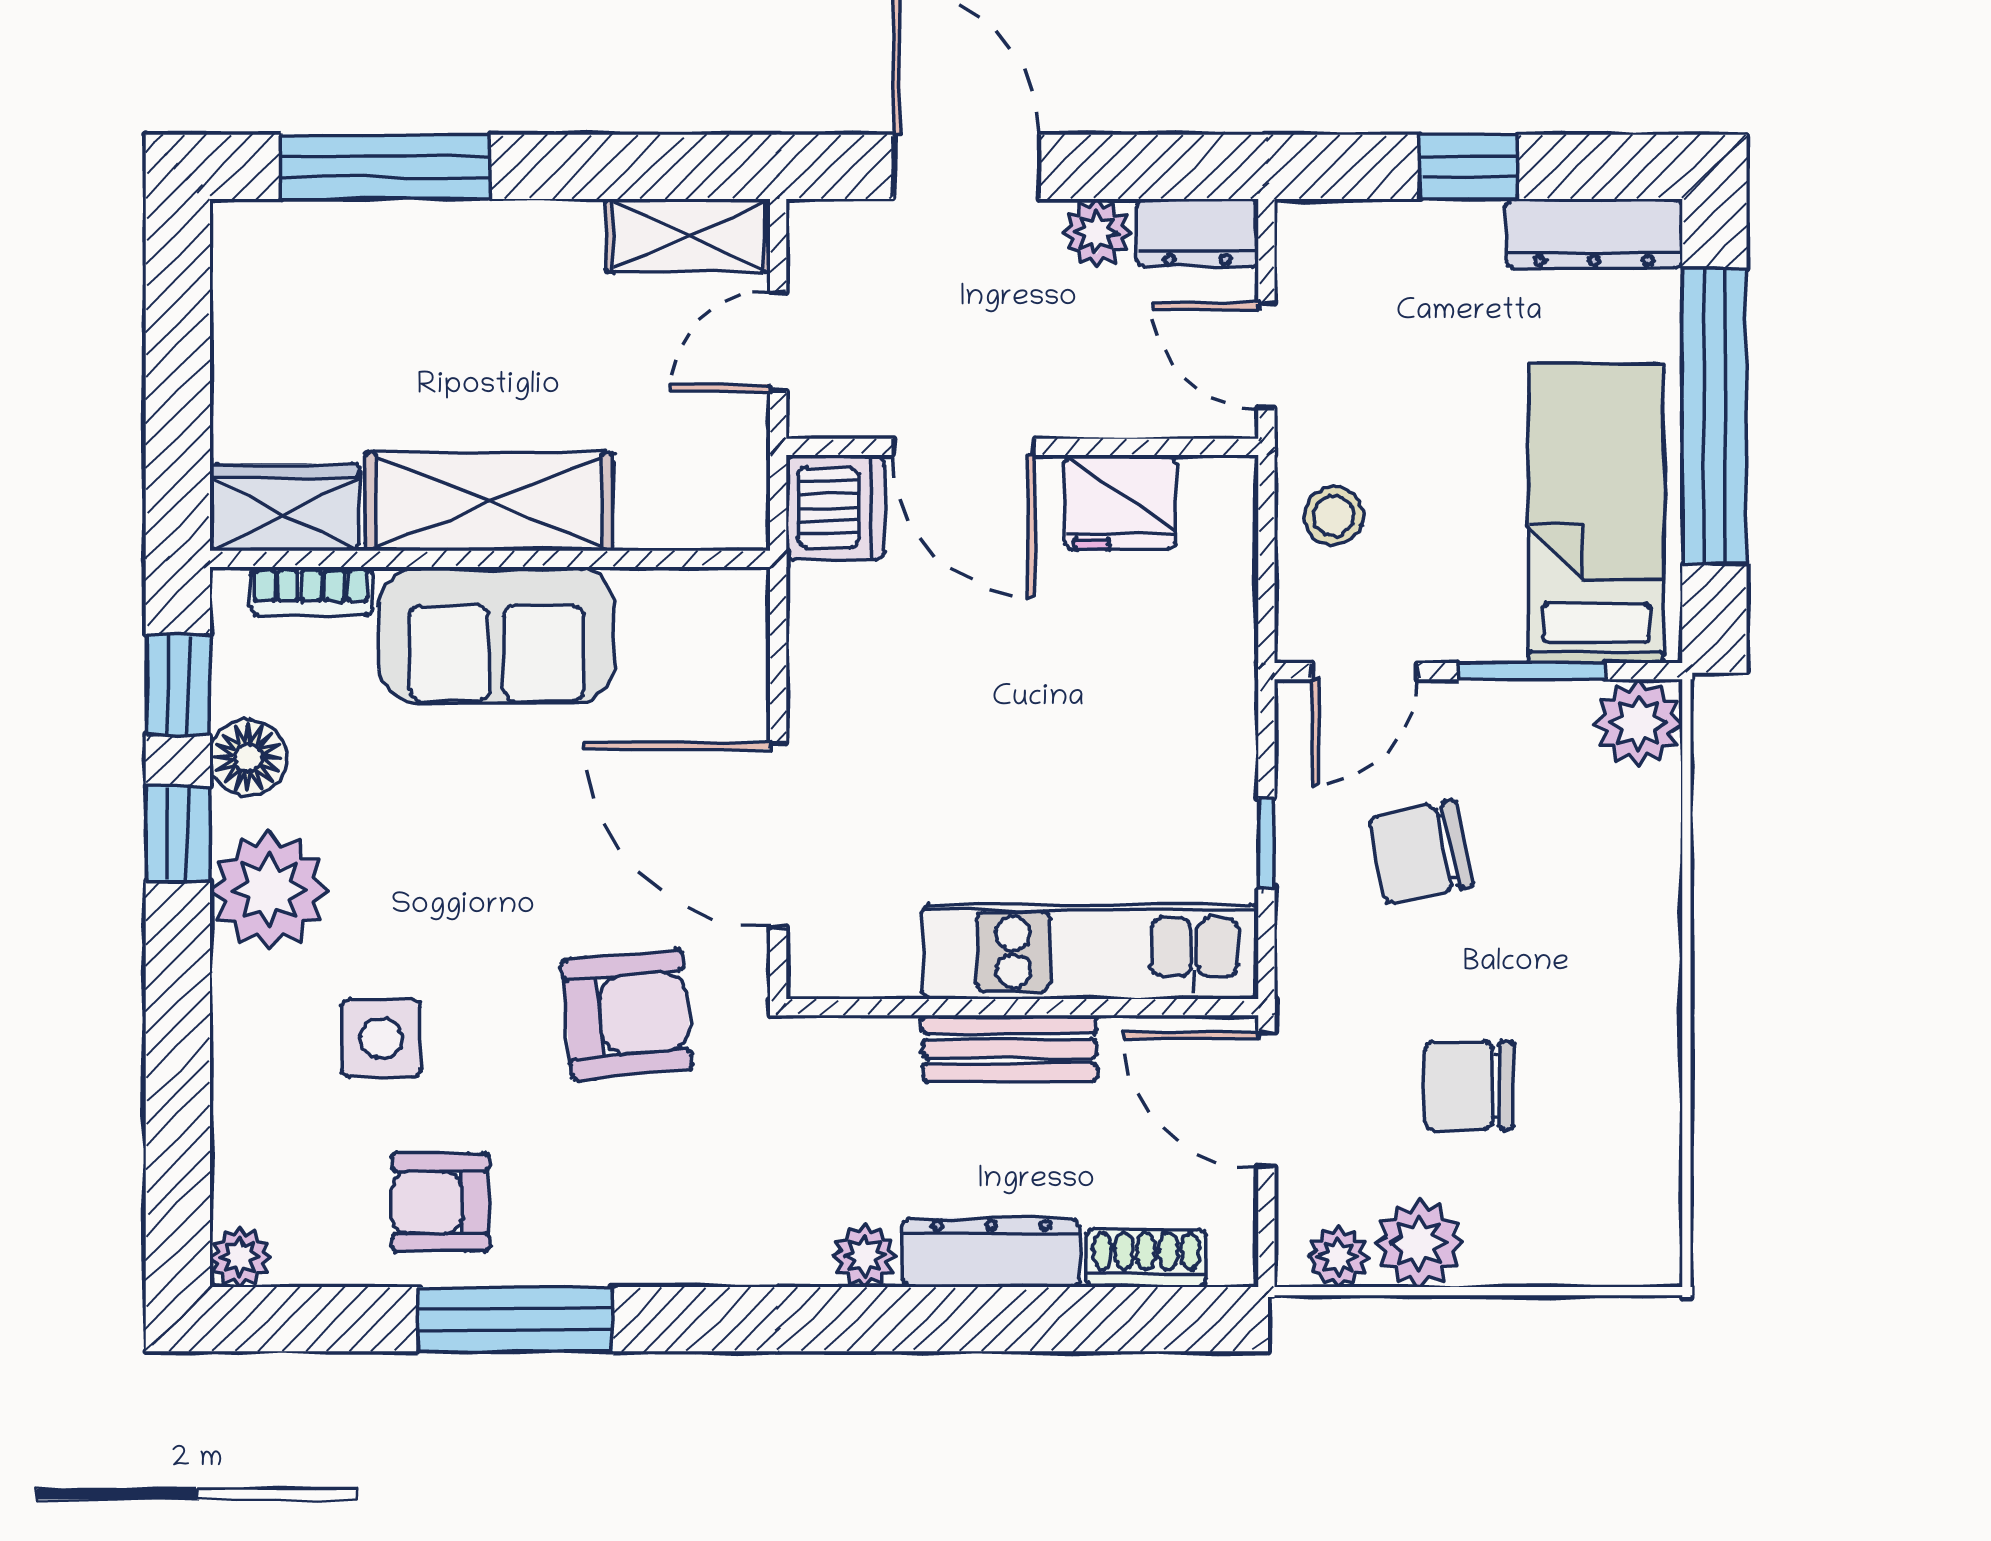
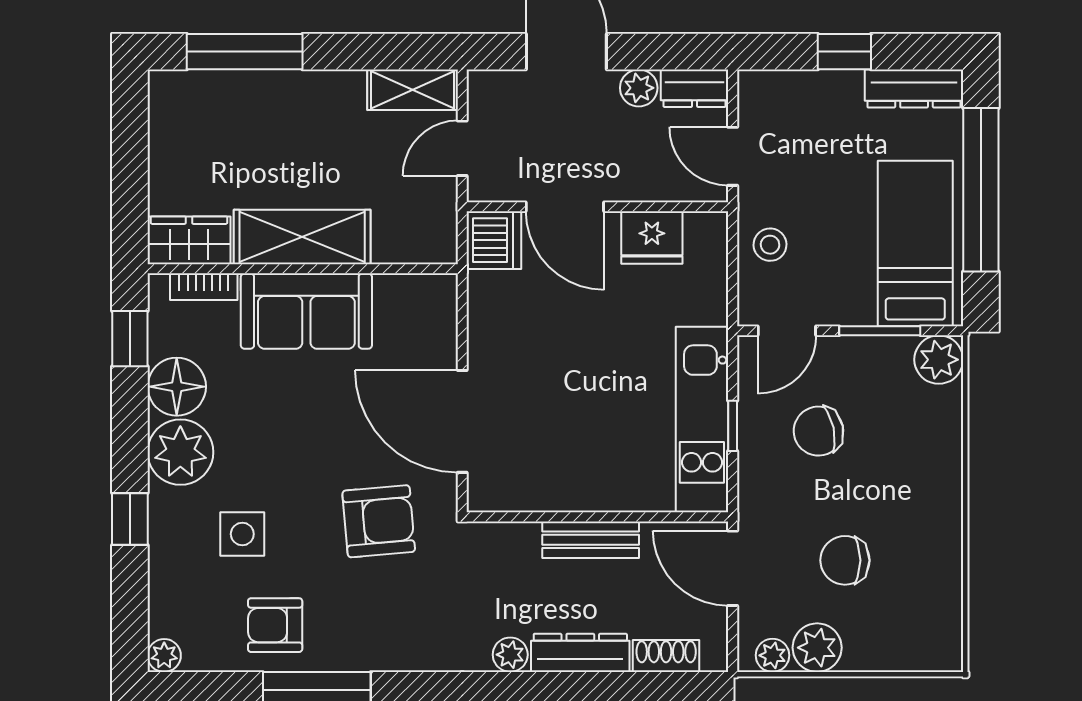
floor lamp: (248, 758) -> (177, 387), width x1.38, depth x1.38
window: (178, 833) -> (130, 519), moved
kitchen unit: (1090, 952) -> (702, 420), moved, turned -90

